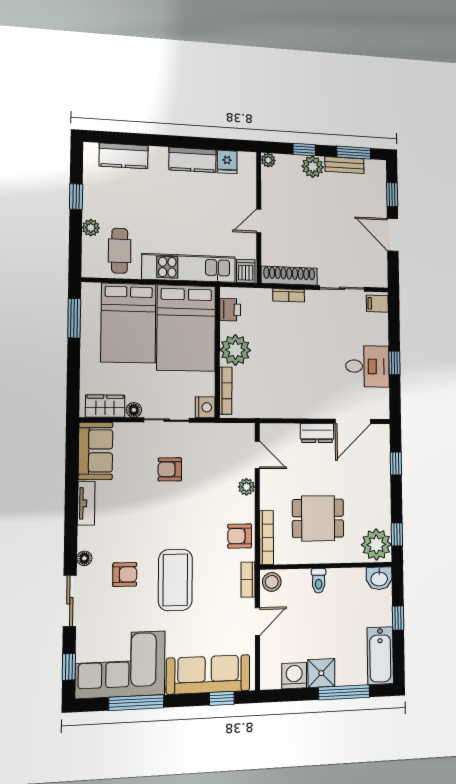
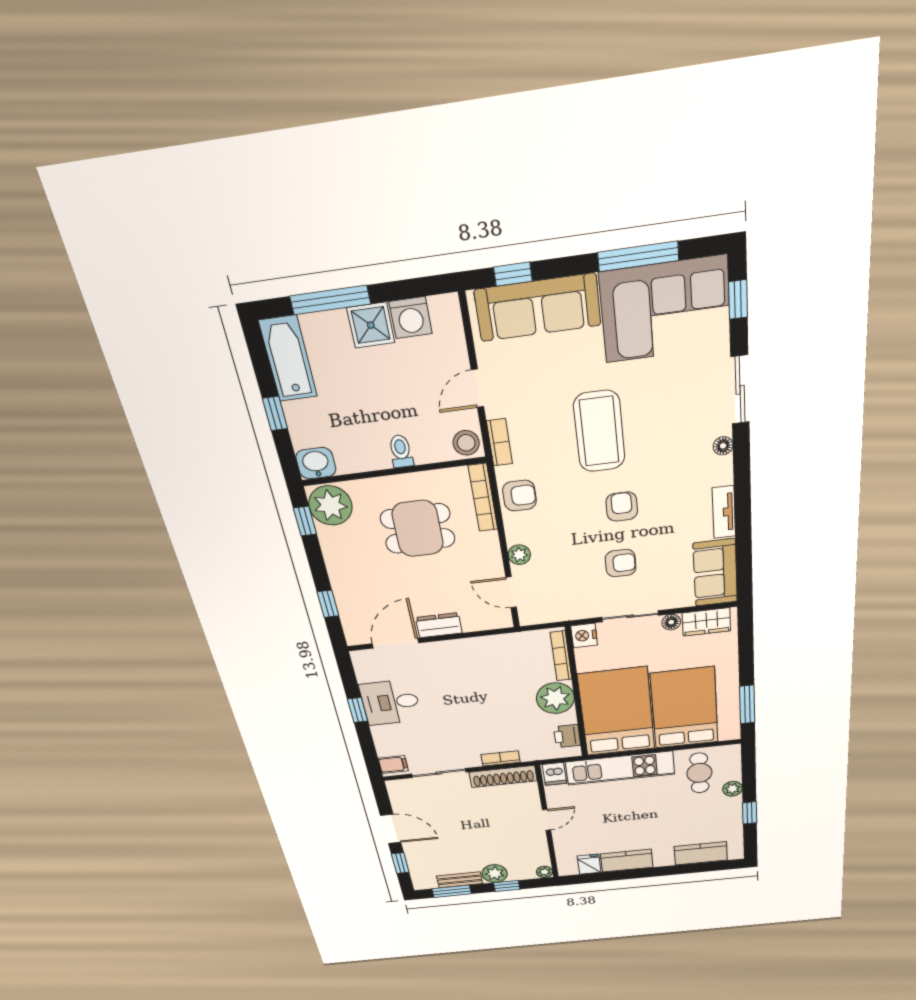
armchair: (125, 574) -> (622, 507), moved, turned 90

